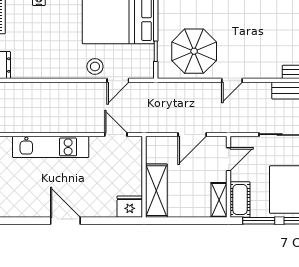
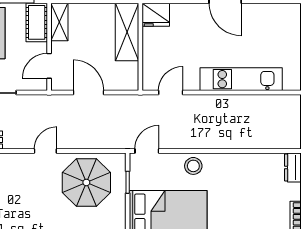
door: (118, 80) -> (147, 151), moved
door: (116, 135) -> (171, 93), swing flipped
door: (192, 135) -> (88, 93), hinge flipped

